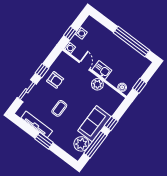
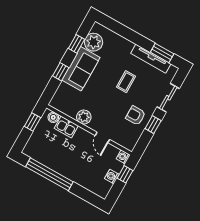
kitchen sink: (102, 70) -> (66, 127), moved
window: (44, 141) -> (162, 53), moved
window: (95, 144) -> (76, 44), width x0.46

